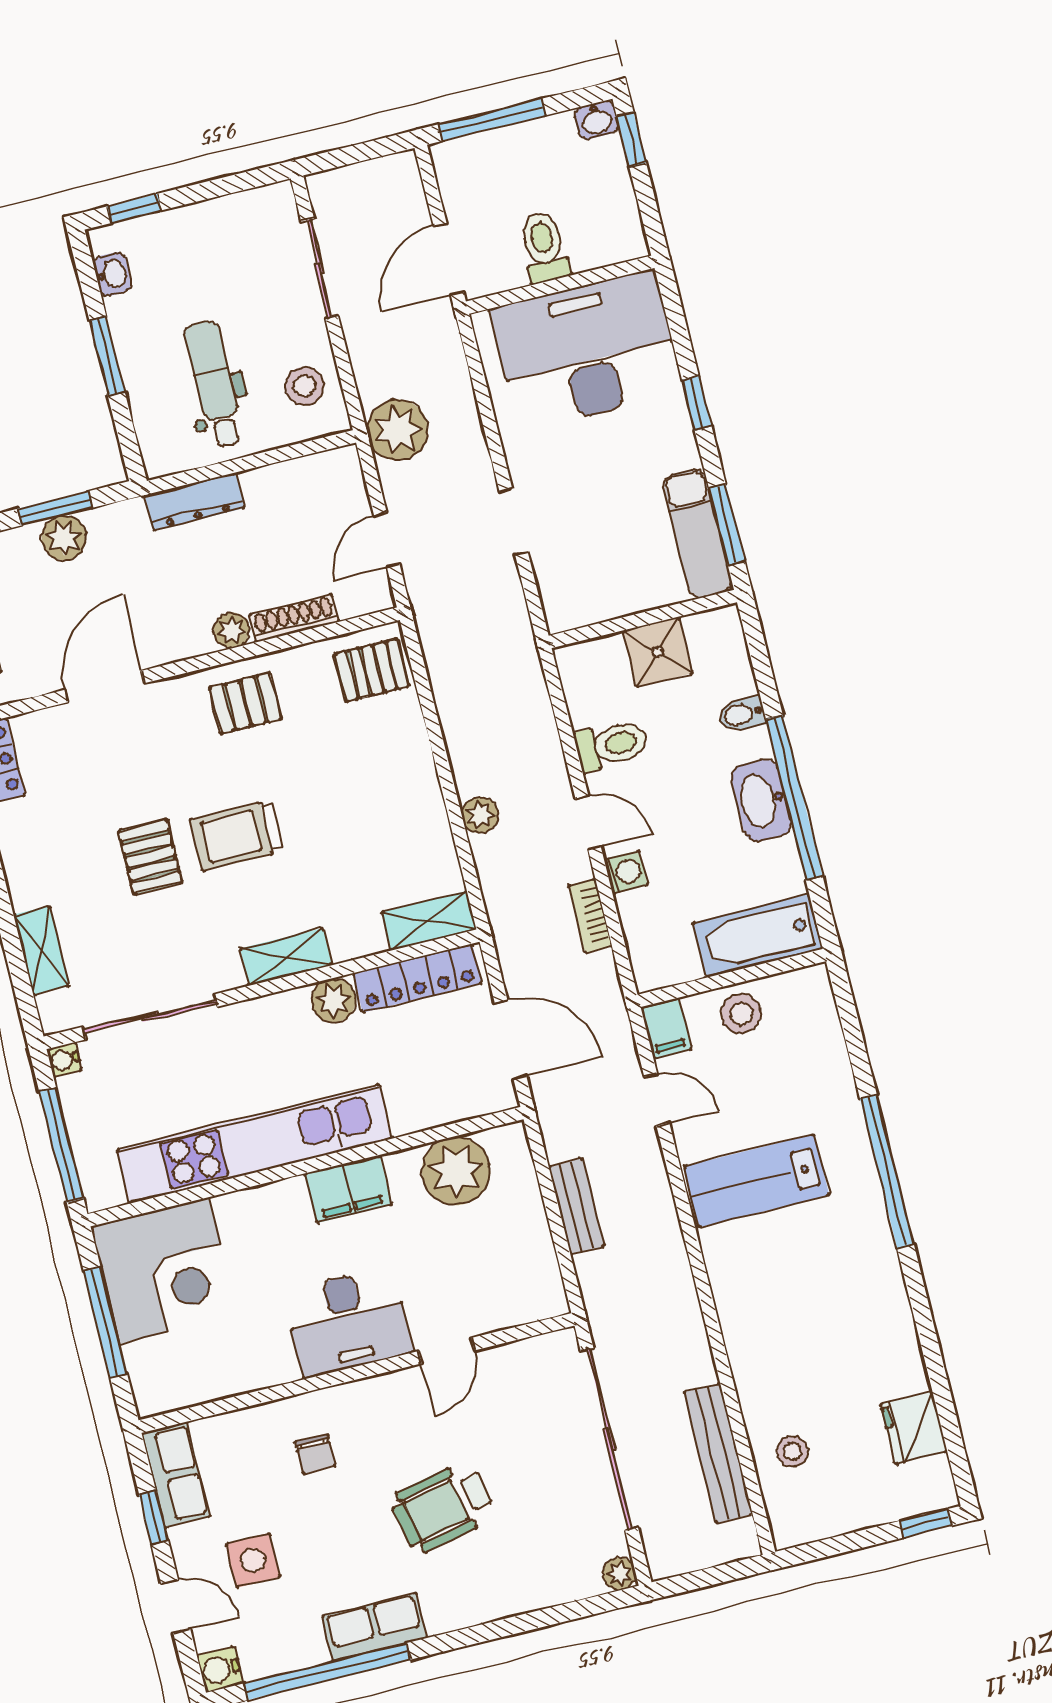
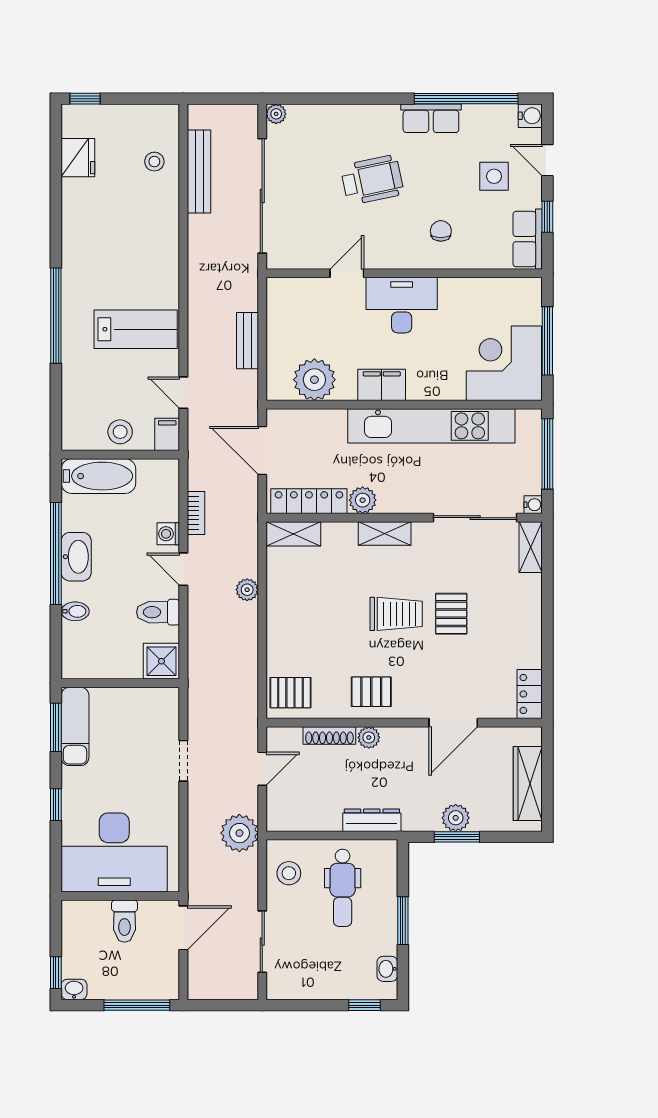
shower: (658, 652) -> (161, 661), moved
shelving: (41, 950) -> (531, 547), moved

